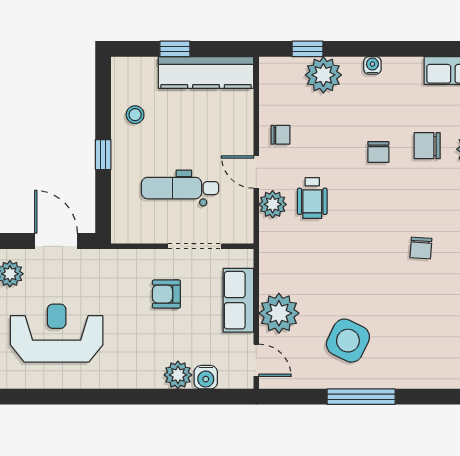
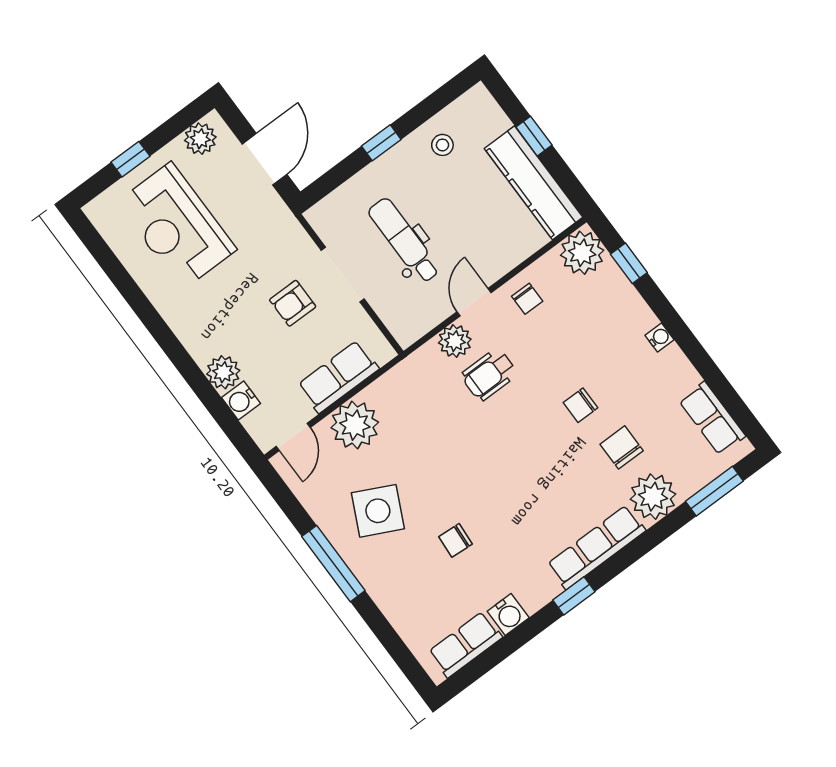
plant: (323, 75) -> (582, 253), moved
doorway: (195, 246) -> (343, 275), moved
chair: (421, 248) -> (455, 540), moved
armchair: (166, 294) -> (293, 303), turned -90
reception desk: (57, 333) -> (177, 226), turned 180

